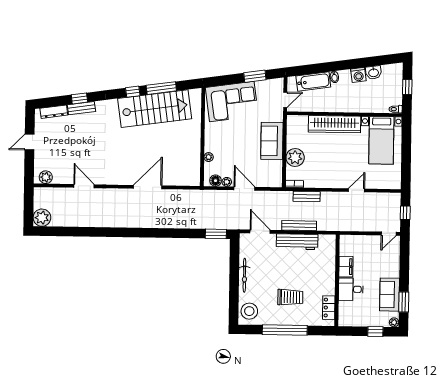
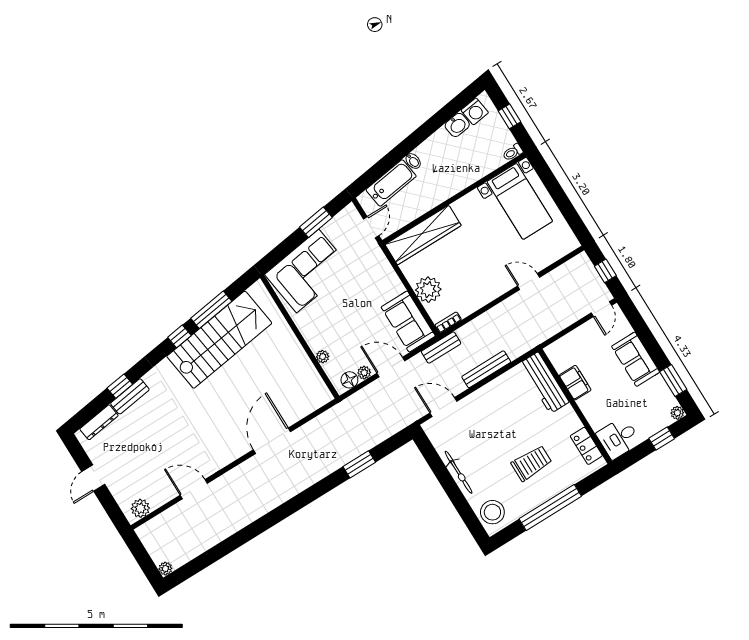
washing machine: (358, 75) -> (475, 111), moved
wardrobe: (335, 124) -> (423, 235), moved
sofa: (272, 141) -> (408, 322), moved
door: (357, 190) -> (529, 282), hinge flipped
bench: (307, 196) -> (441, 348), moved
plant: (42, 218) -> (165, 569), width x0.53, depth x0.53
window: (216, 234) -> (359, 464), moved
workbench: (297, 242) -> (544, 383), moved, turned 90
desk: (351, 289) -> (618, 438), moved
sofa: (390, 295) -> (636, 359), moved

